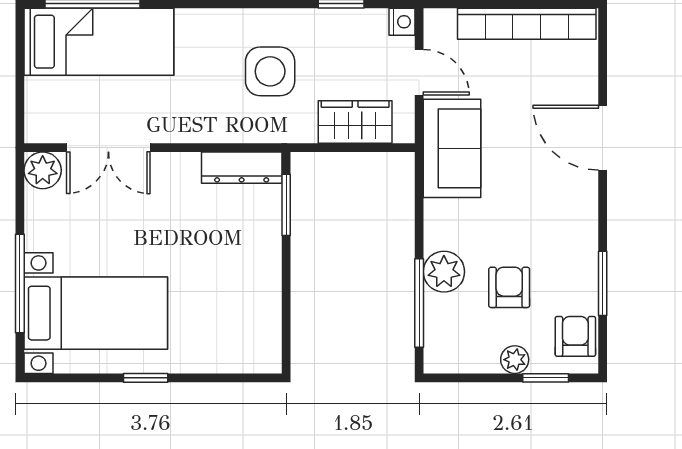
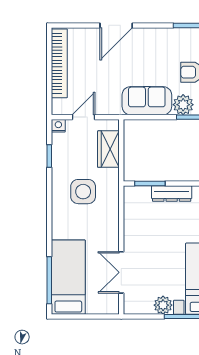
double door: (108, 148) -> (121, 272), swing flipped
sofa: (452, 148) -> (147, 101), moved
dresser: (242, 168) -> (172, 194), moved, turned 90
plant: (43, 170) -> (163, 305), moved

